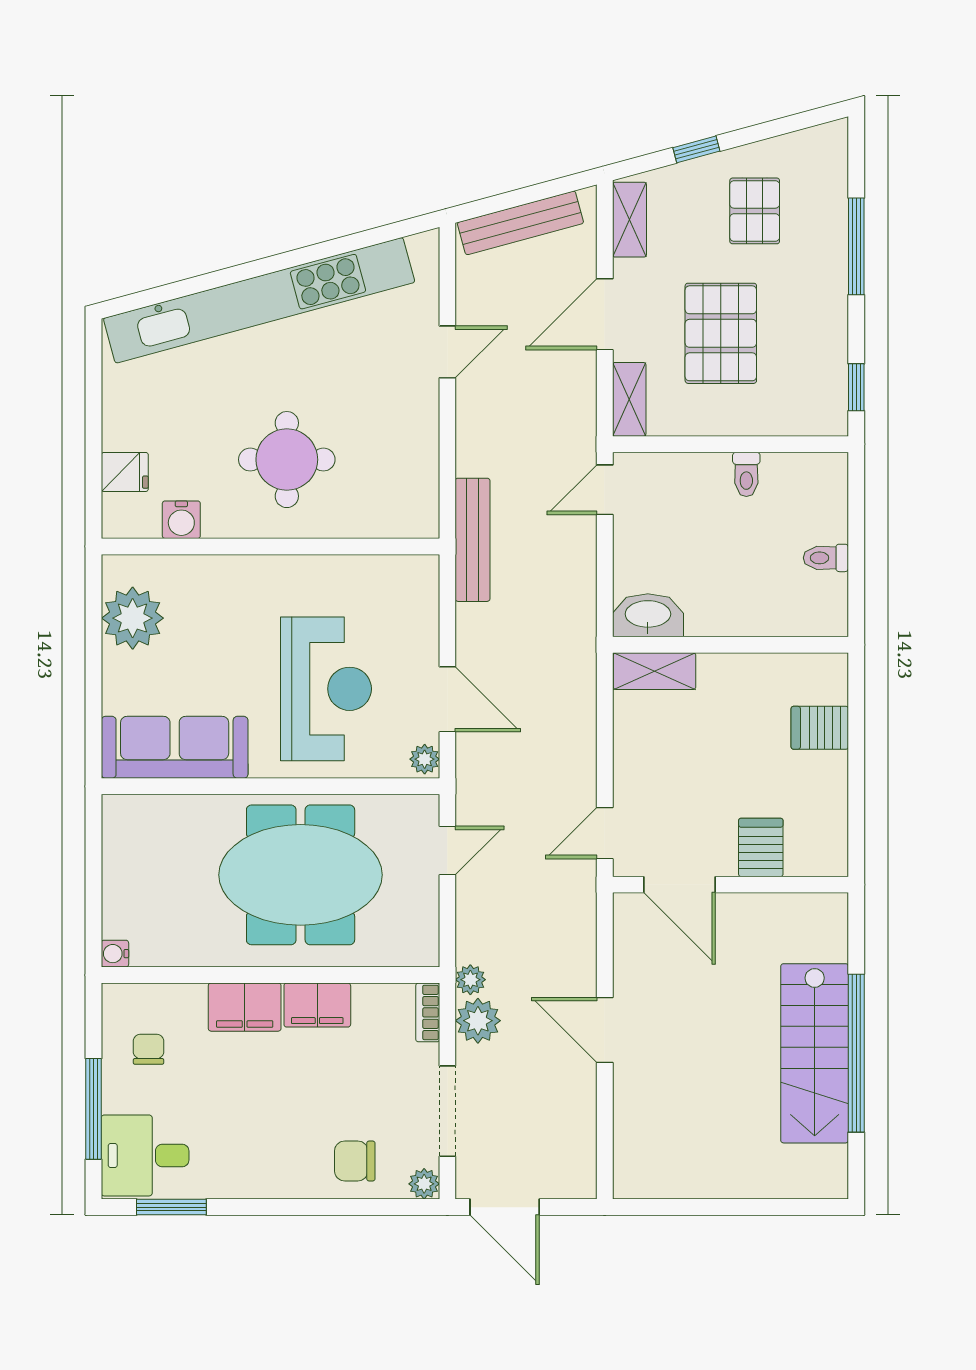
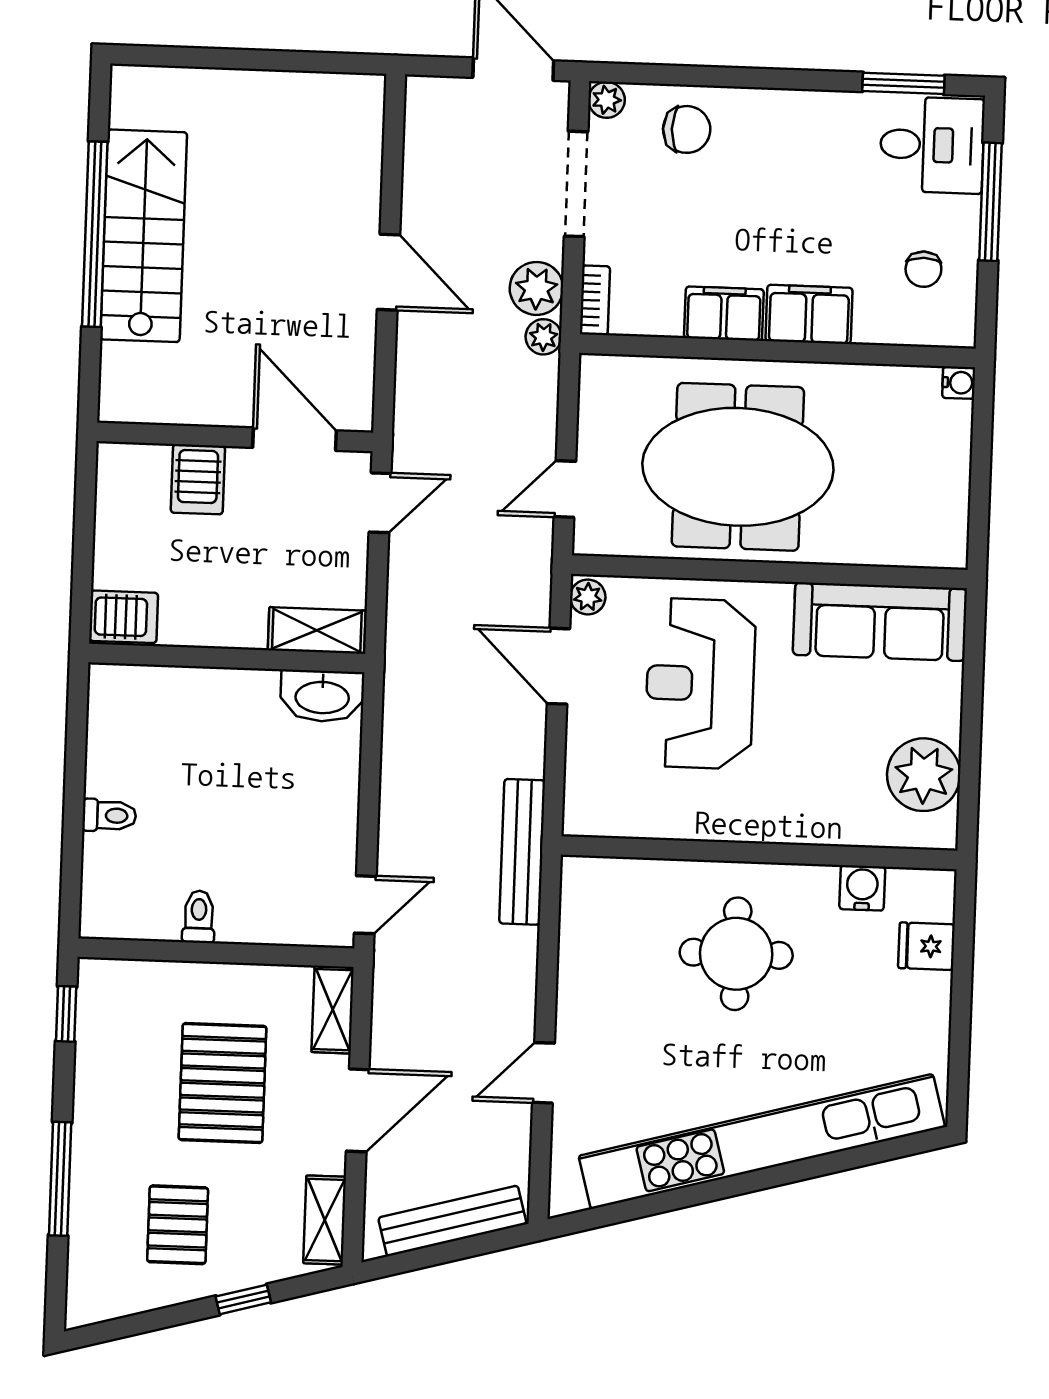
washbasin: (648, 615) -> (322, 696), moved
wall: (730, 645) -> (227, 658), moved
shelving: (655, 671) -> (317, 630), moved

